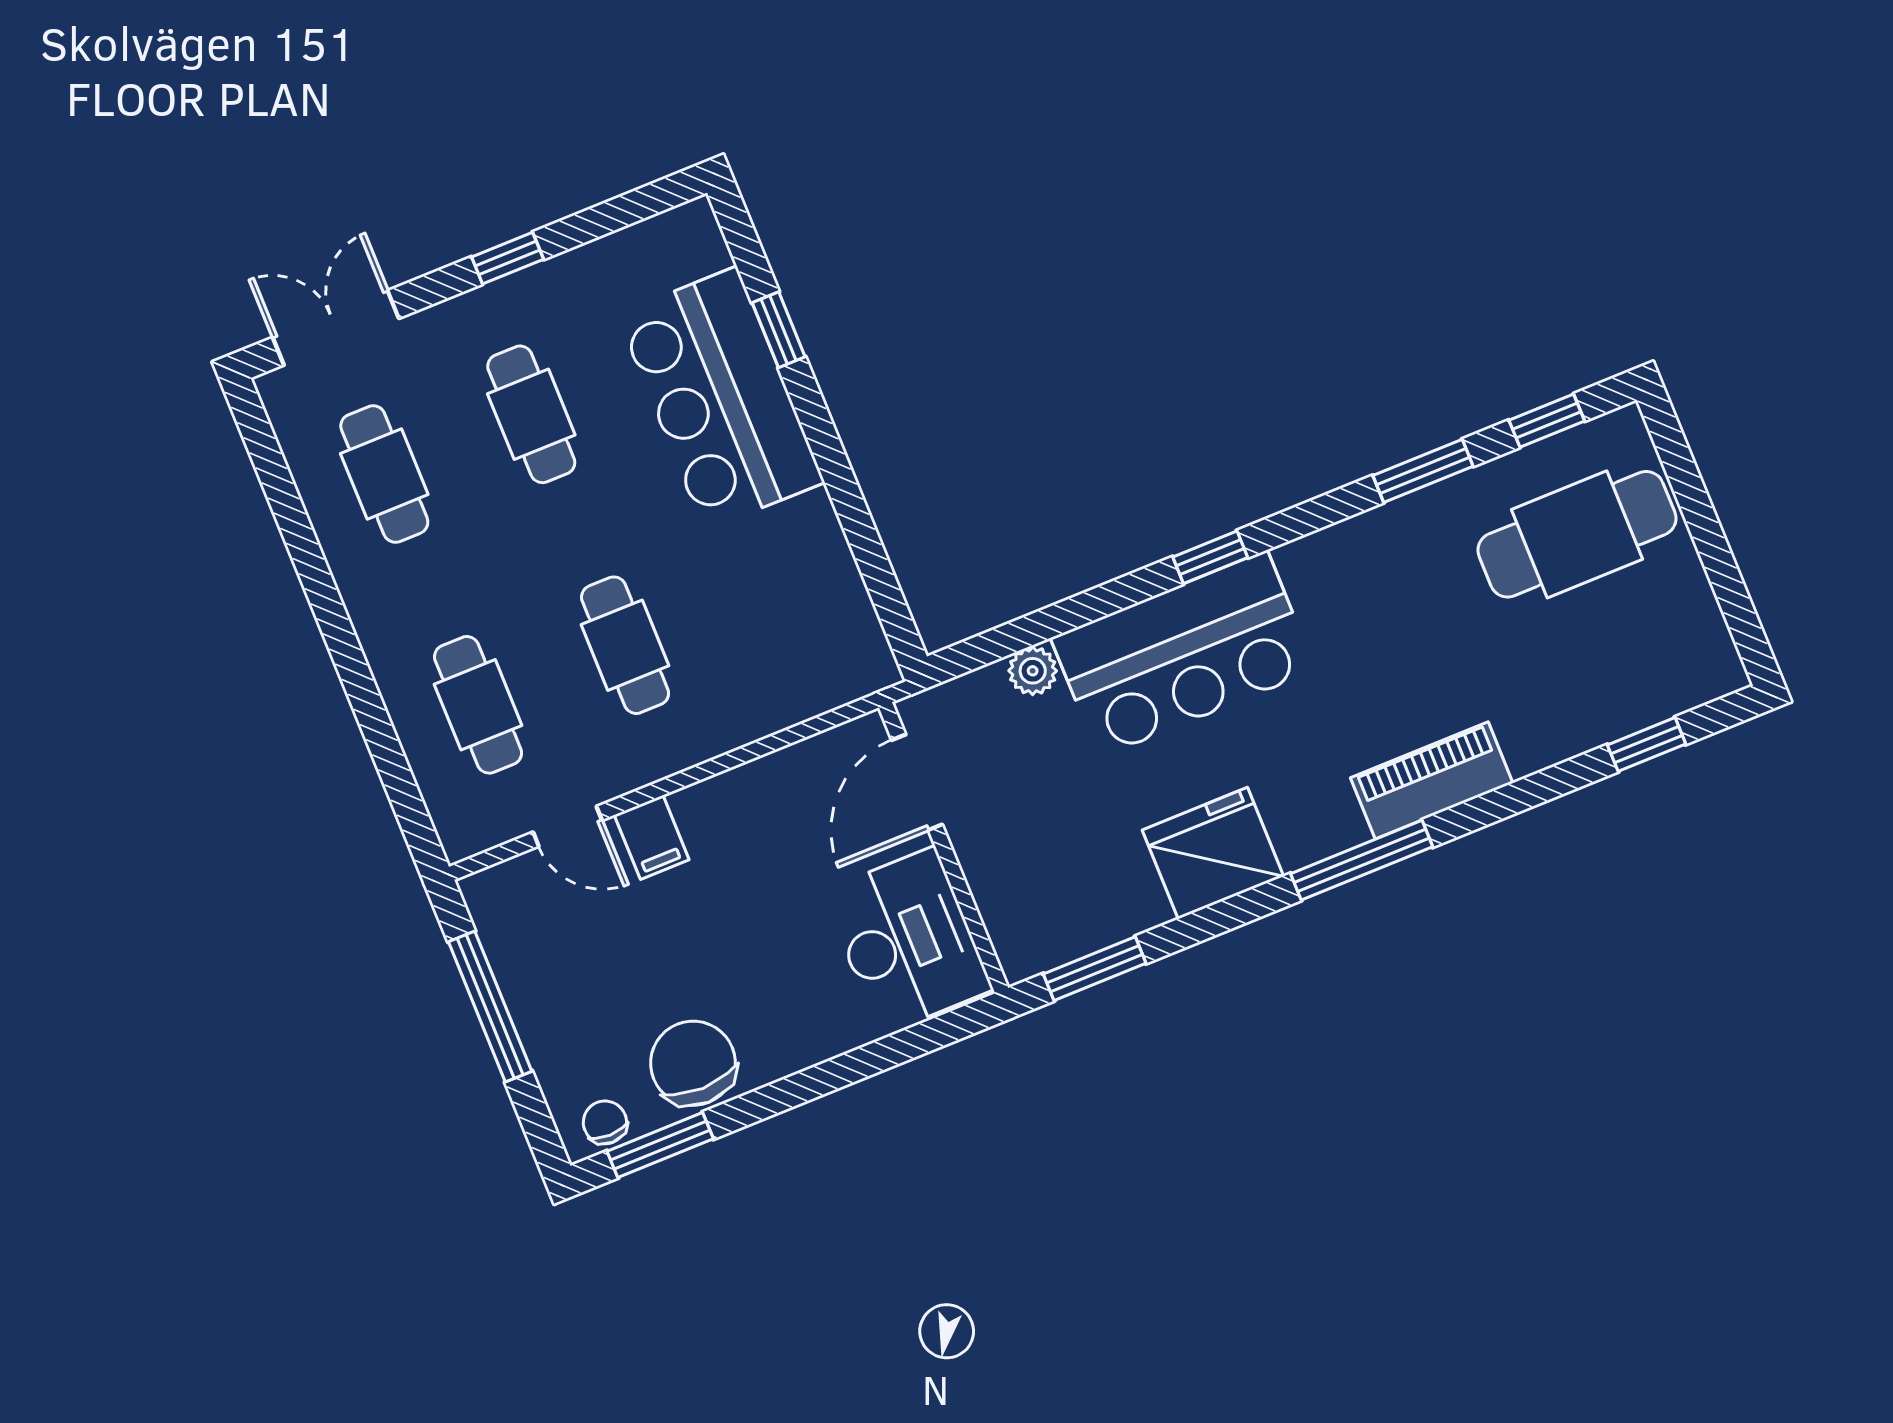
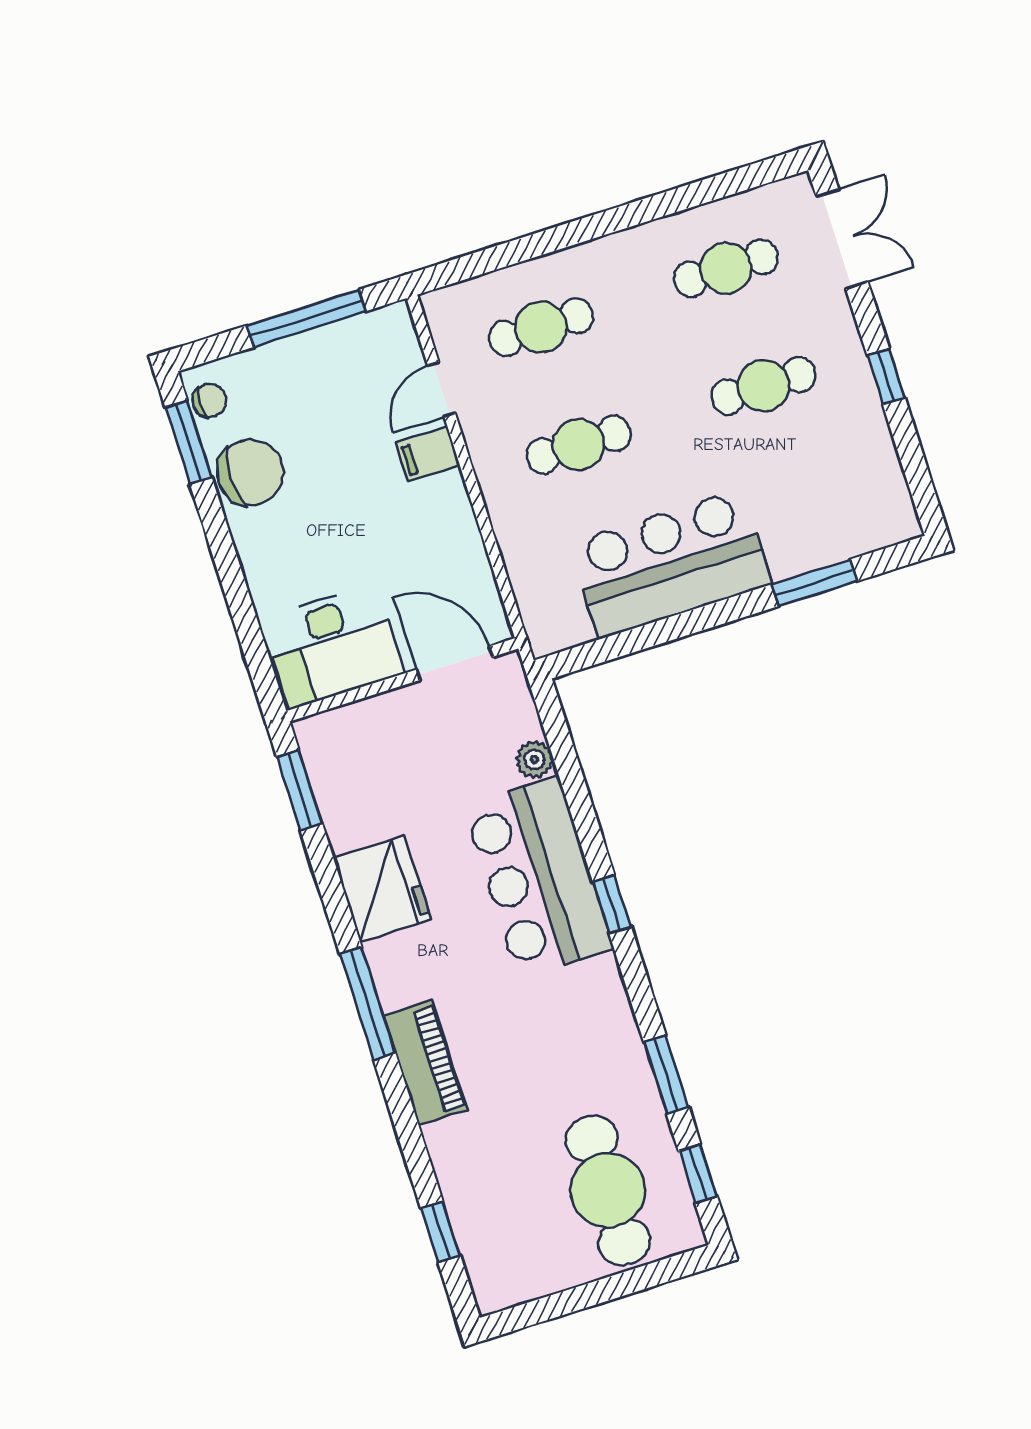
window: (779, 330) -> (814, 583), width x1.50
bar counter: (721, 398) -> (670, 564), moved

